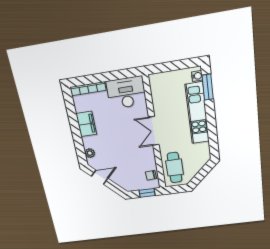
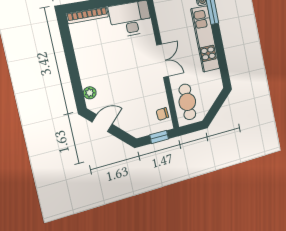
filing cabinet: (86, 124) -> (85, 57), removed
double door: (154, 131) -> (162, 61), swing flipped

